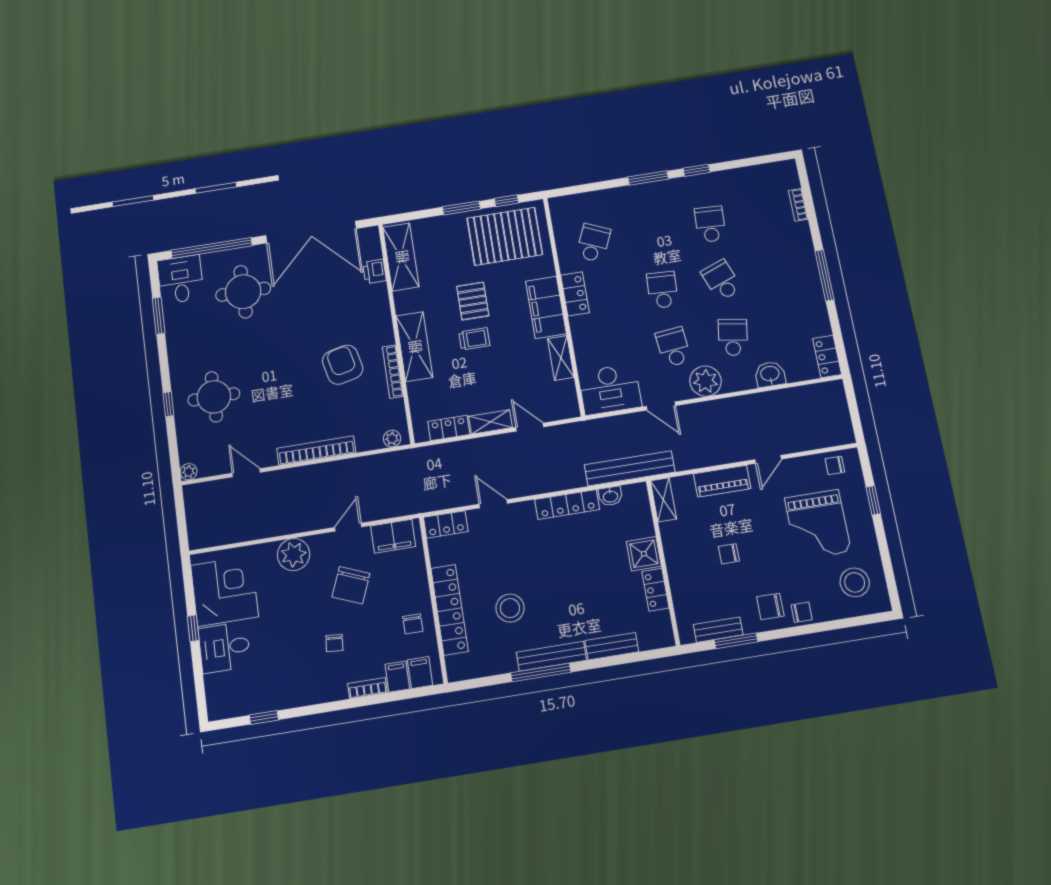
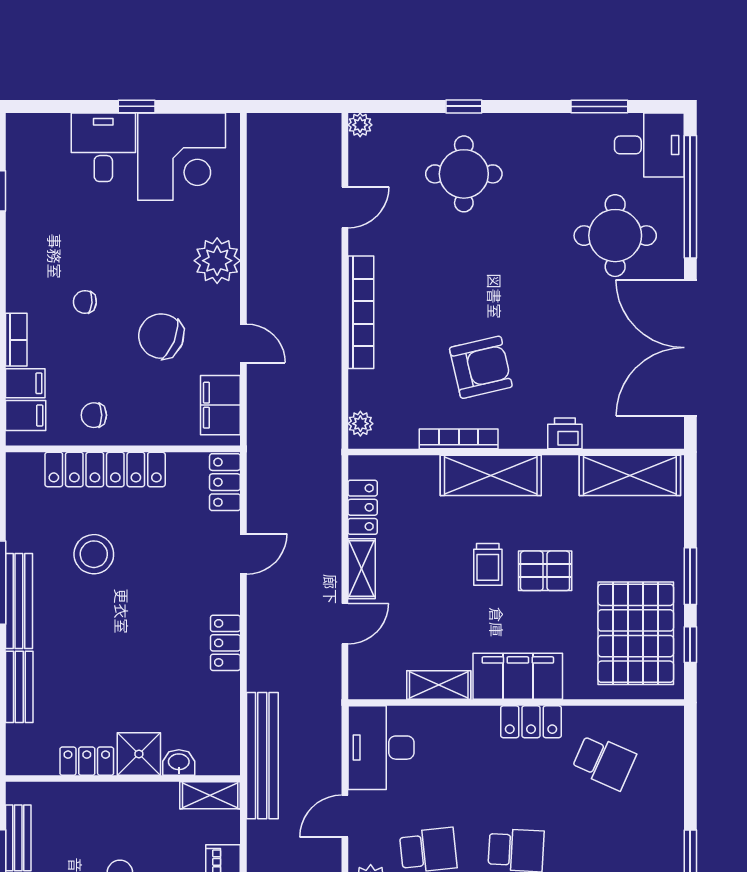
printer: (374, 271) -> (565, 433), moved
washbasin: (610, 496) -> (179, 763), moved, turned 90
locker: (567, 504) -> (225, 643), width x0.66

